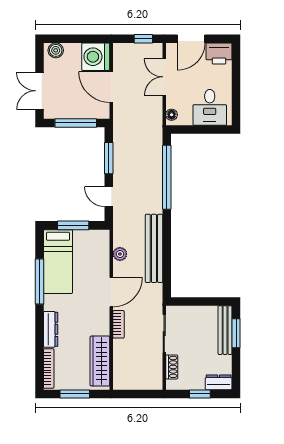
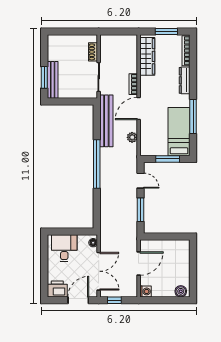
washing machine: (96, 57) -> (146, 291), width x0.53, depth x0.53
double door: (164, 77) -> (99, 271), width x1.37
door: (111, 87) -> (139, 264), hinge flipped
double door: (39, 91) -> (193, 261), removed
window: (76, 123) -> (165, 236), removed
window: (167, 177) -> (97, 164), moved
bench: (154, 248) -> (106, 121), moved
dresser: (219, 382) -> (58, 40), removed
window: (200, 394) -> (72, 32), removed

